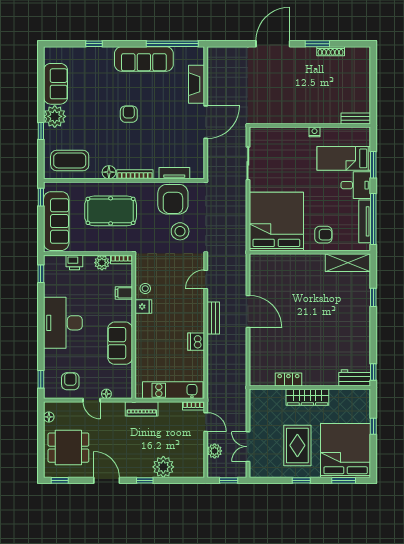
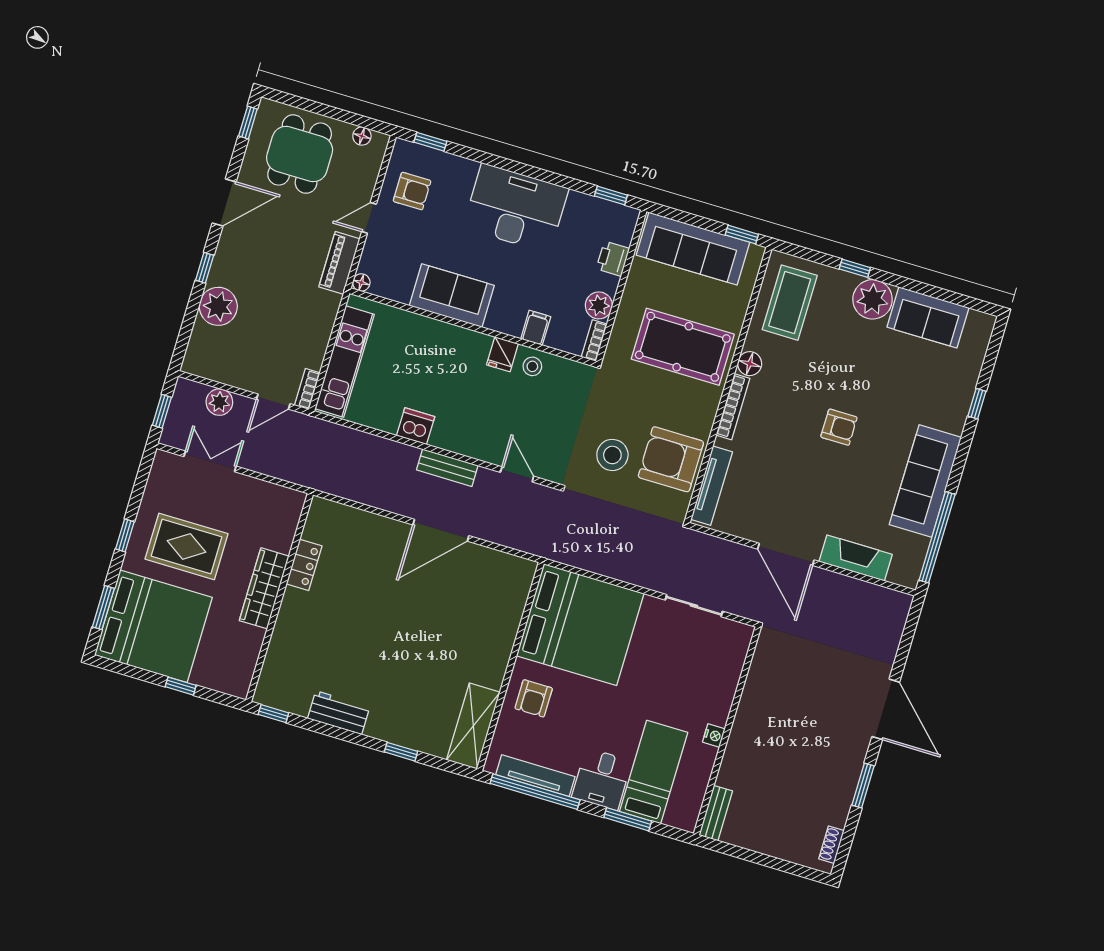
shoe rack: (331, 51) -> (831, 845), moved, width x0.70
tv unit: (174, 173) -> (712, 486), width x1.41
pool table: (111, 211) -> (683, 347), turned 90
workbench: (355, 378) -> (339, 713), moved, turned -90
floor lamp: (106, 394) -> (361, 283), moved
piano: (142, 409) -> (339, 263), moved

